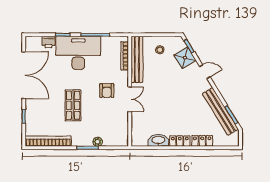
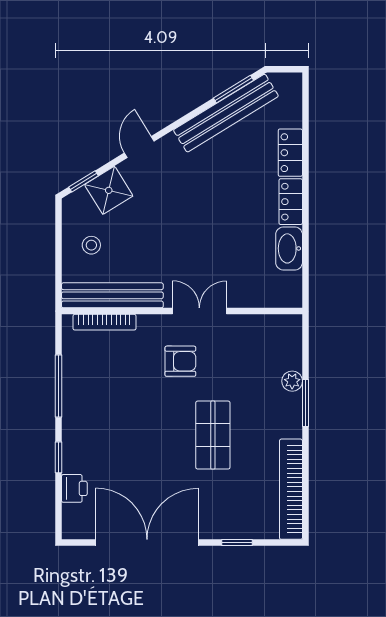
desk: (78, 53) -> (98, 423), removed
shop shelf: (73, 105) -> (213, 435), turned 90

